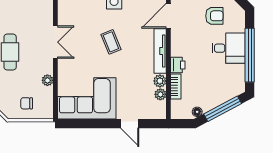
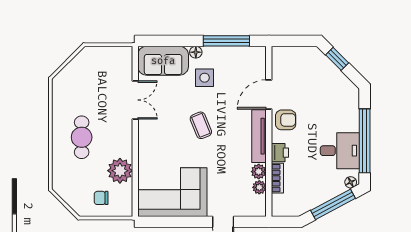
armchair: (214, 16) -> (286, 120), moved
double door: (55, 42) -> (135, 100), moved
desk: (229, 48) -> (340, 151), moved
plant: (47, 80) -> (120, 171), width x1.88, depth x1.88
floor lamp: (197, 112) -> (351, 182), moved

